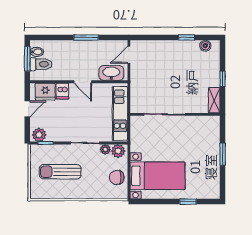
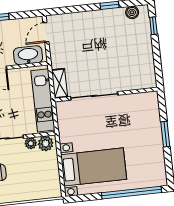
window: (223, 79) -> (153, 26), moved
shelving: (214, 100) -> (60, 83), moved
chair: (117, 178) -> (47, 174), removed
window: (188, 202) -> (131, 193), width x3.17

